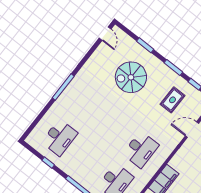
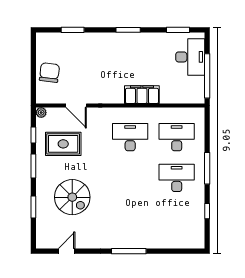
door: (105, 34) -> (67, 251), moved
rug: (172, 100) -> (63, 144), width x1.36, depth x1.43
desk: (60, 138) -> (177, 178), moved

